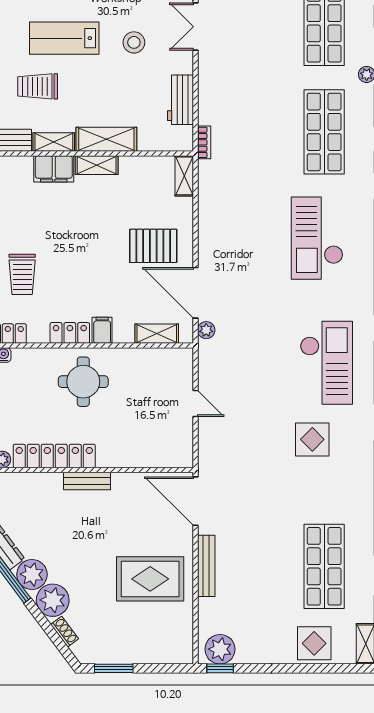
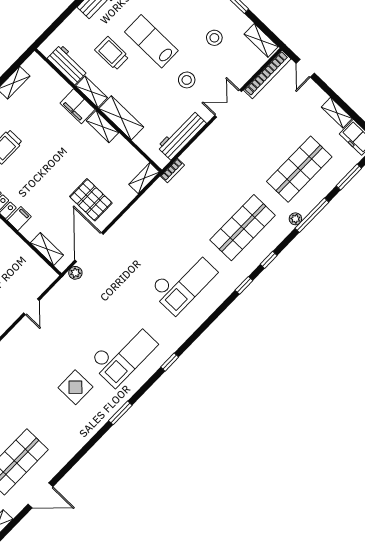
workbench: (180, 100) -> (182, 135), width x1.38
checkout: (317, 238) -> (183, 281), turned 180

